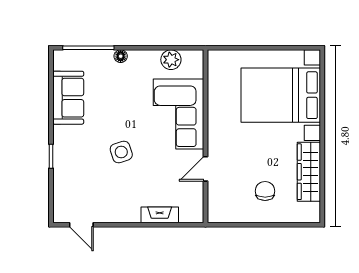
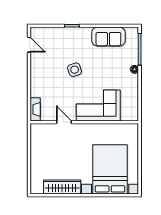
plant: (171, 60) -> (132, 101), removed
chair: (265, 191) -> (50, 160), removed
fireplace: (160, 215) -> (35, 109), moved
door: (81, 225) -> (29, 45), swing flipped

